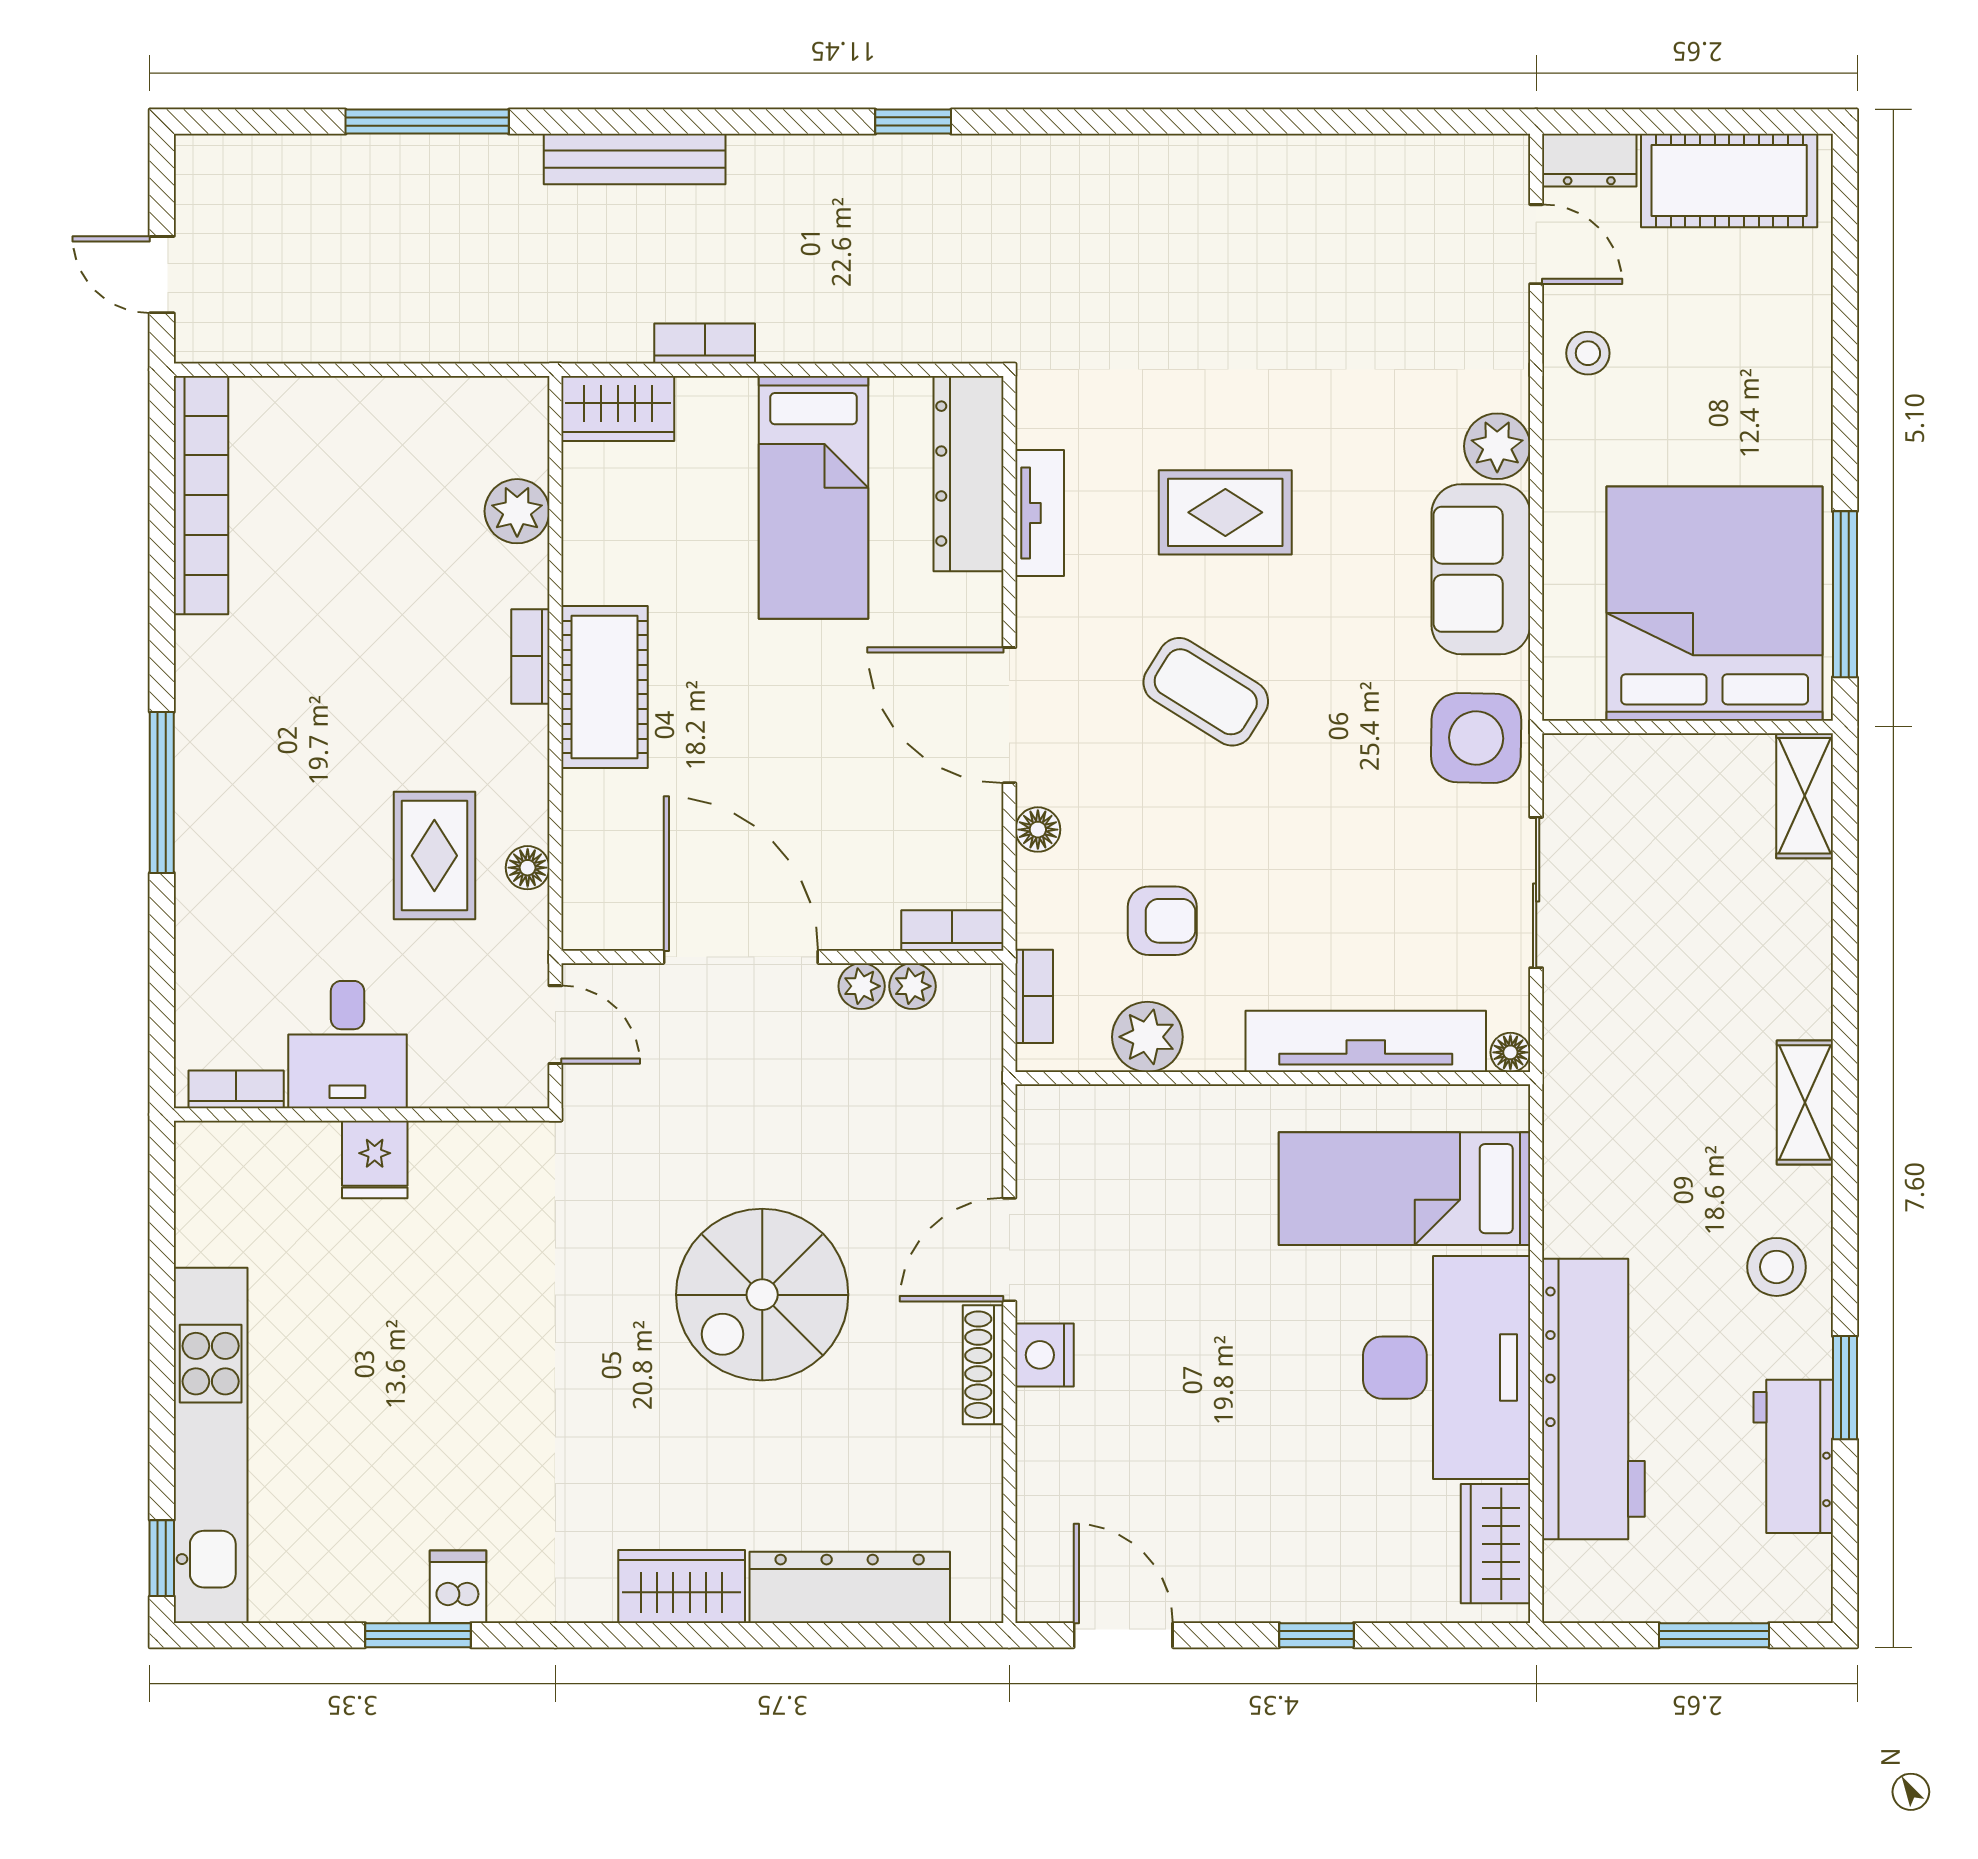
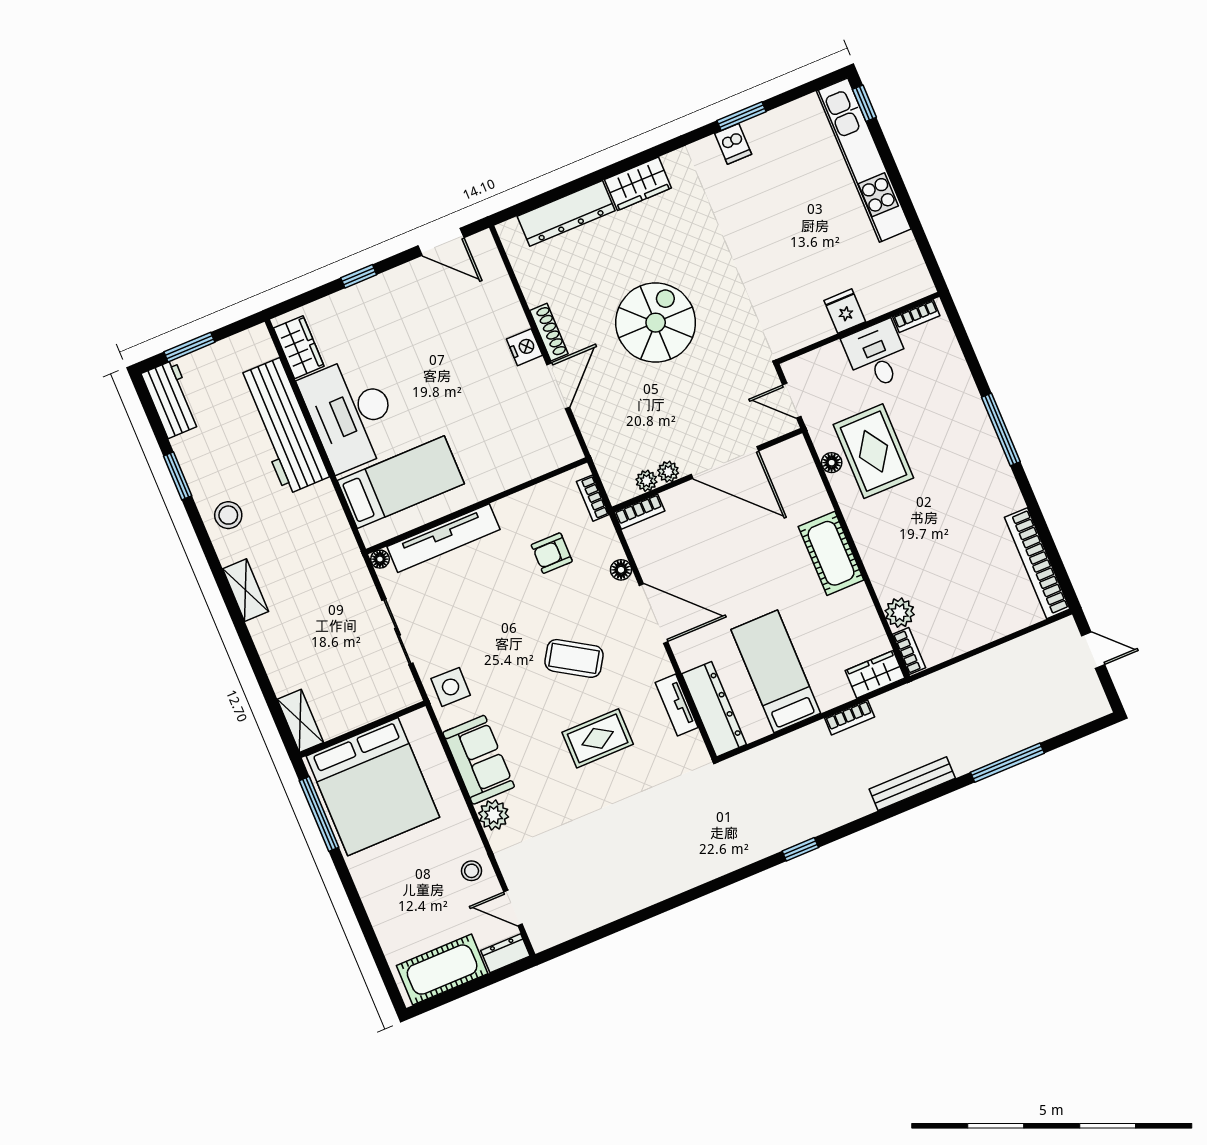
bookcase: (530, 656) -> (909, 651), moved
side table: (1476, 738) -> (451, 687), width x0.73, depth x0.73
rug: (434, 856) -> (873, 451), width x1.36, depth x1.43
plant: (1147, 1037) -> (537, 501), removed
workbench: (1793, 1456) -> (171, 399), moved

